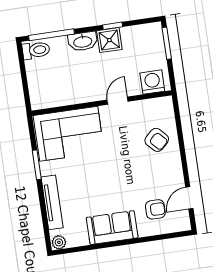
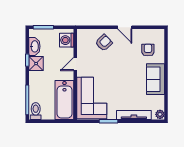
washbasin: (83, 41) -> (34, 46), moved
bathtub: (60, 92) -> (64, 100), added
door: (118, 101) -> (75, 64), hinge flipped
door: (189, 198) -> (125, 27), moved

